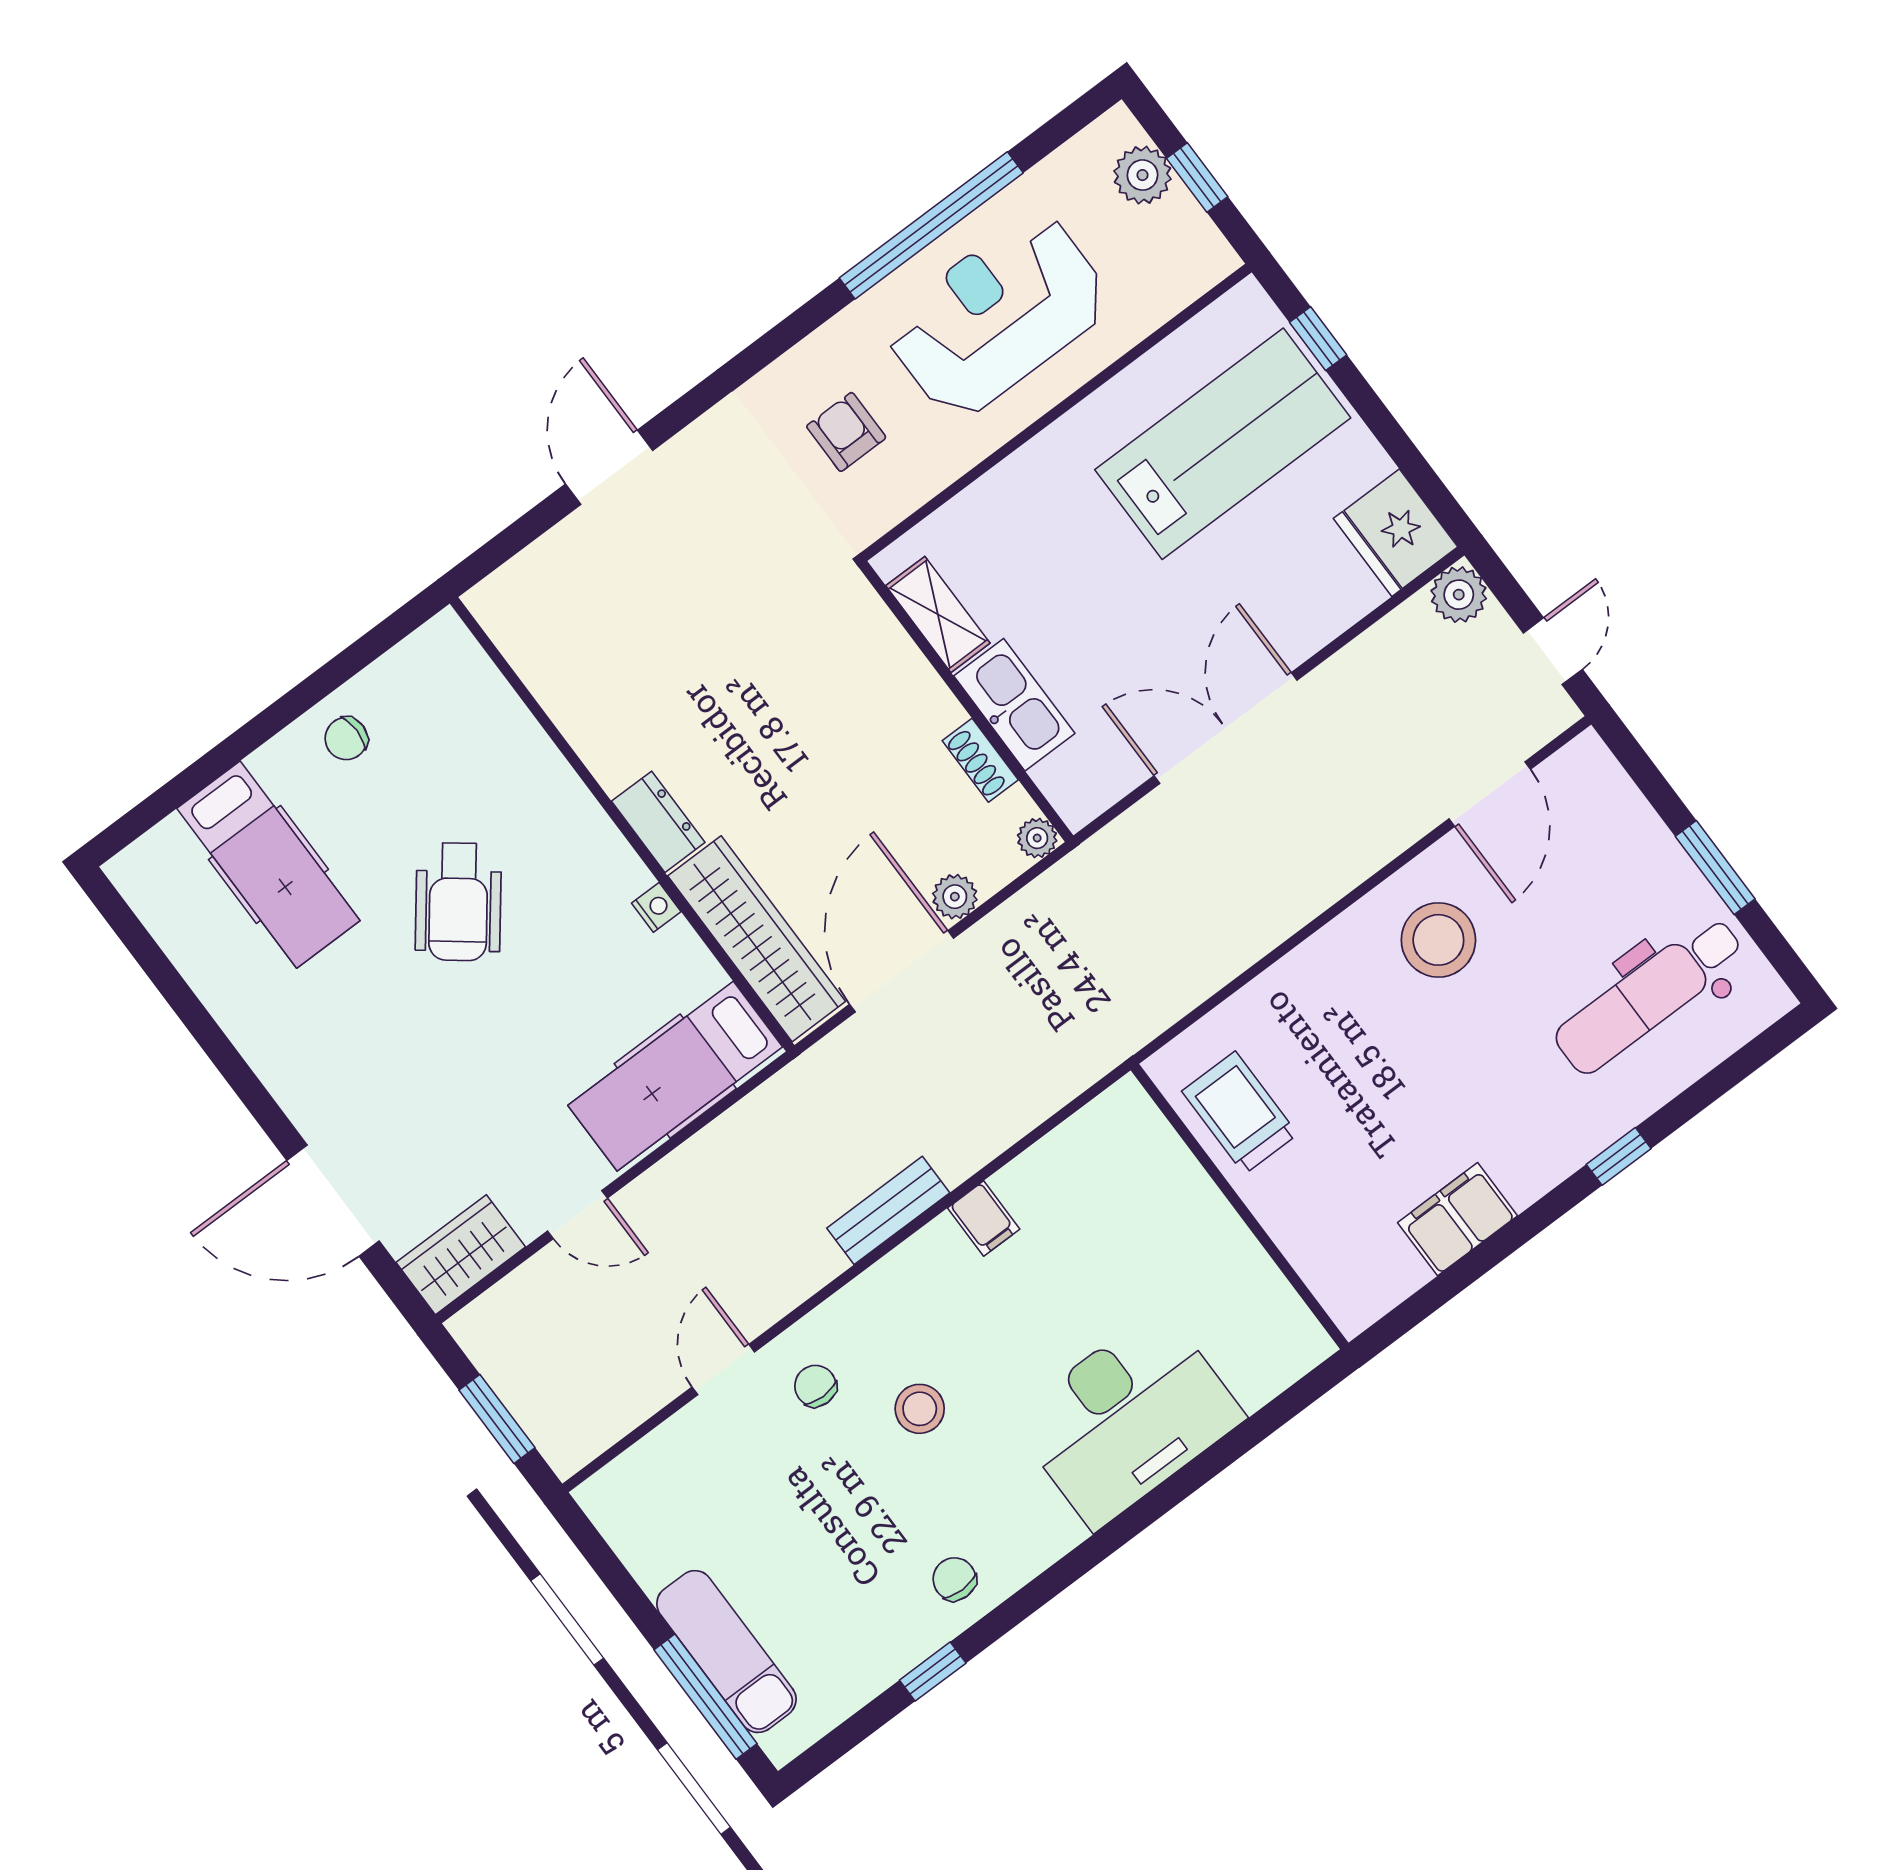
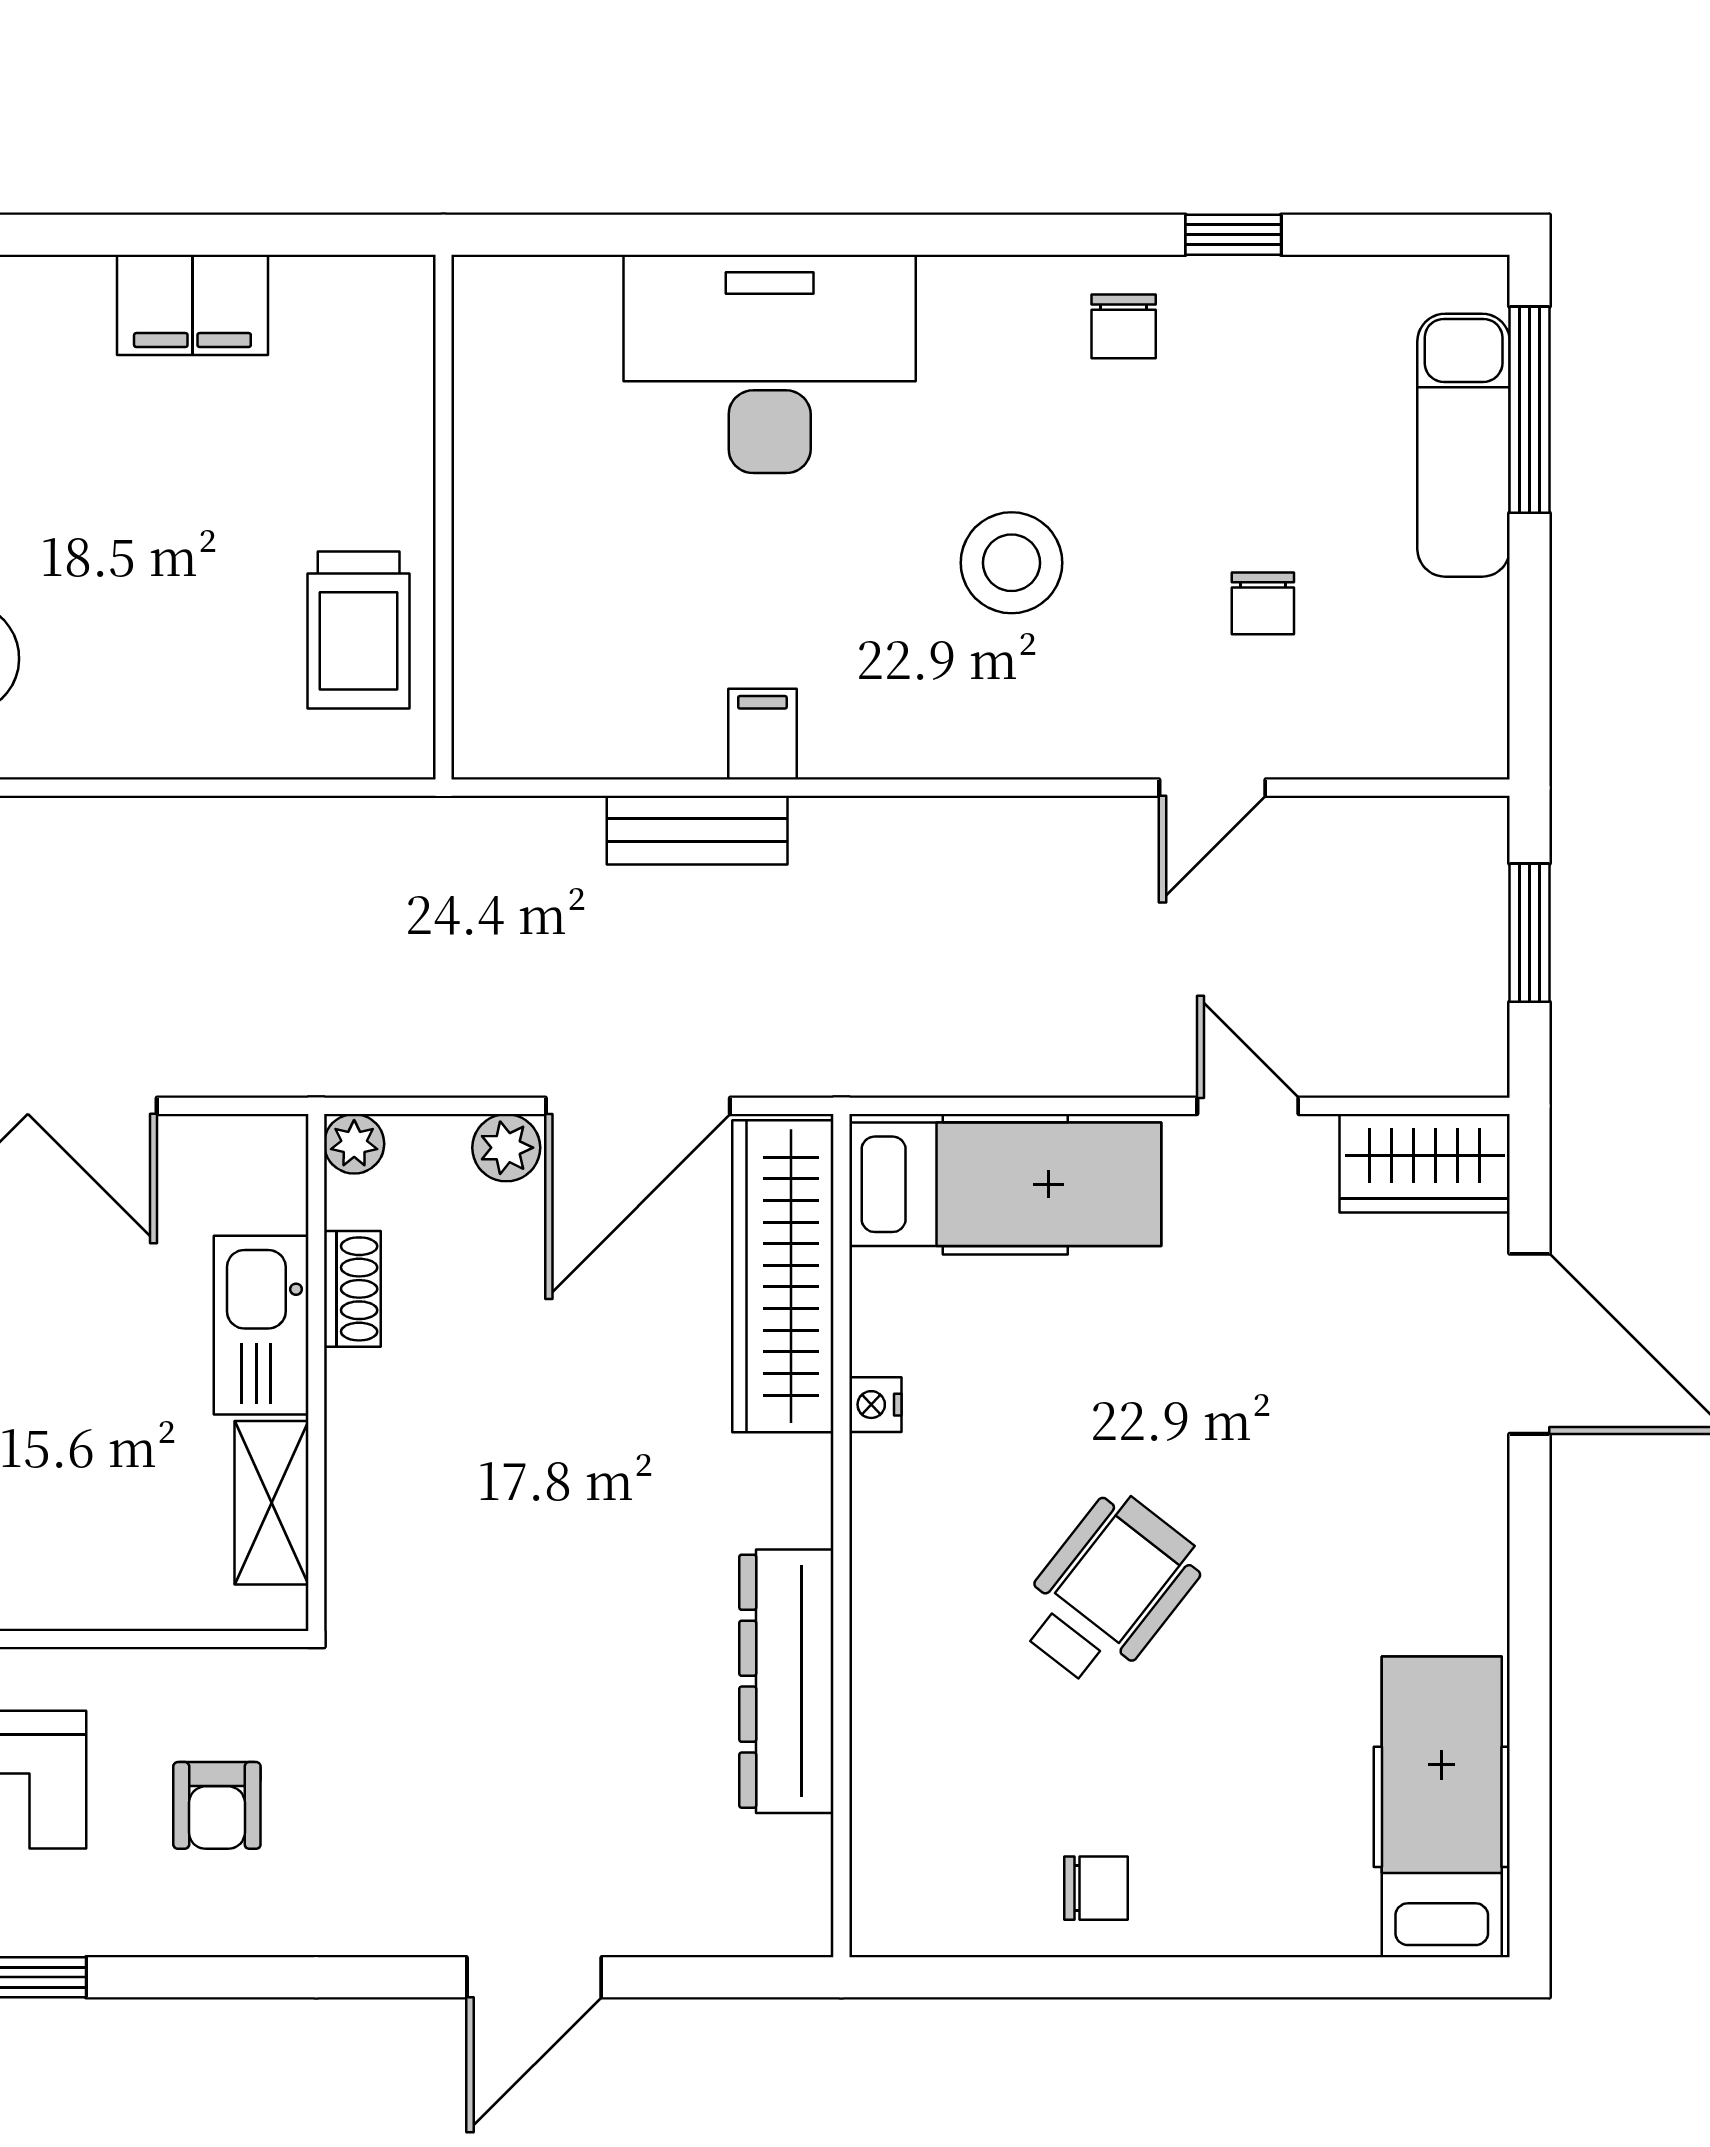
dresser: (658, 822) -> (786, 1681), moved, width x1.96, depth x1.24
hospital bed: (268, 865) -> (1442, 1807), moved
bench: (888, 1210) -> (697, 830), moved
chair: (815, 1386) -> (1263, 603), moved
stool: (920, 1409) -> (1012, 563), width x1.38, depth x1.38

